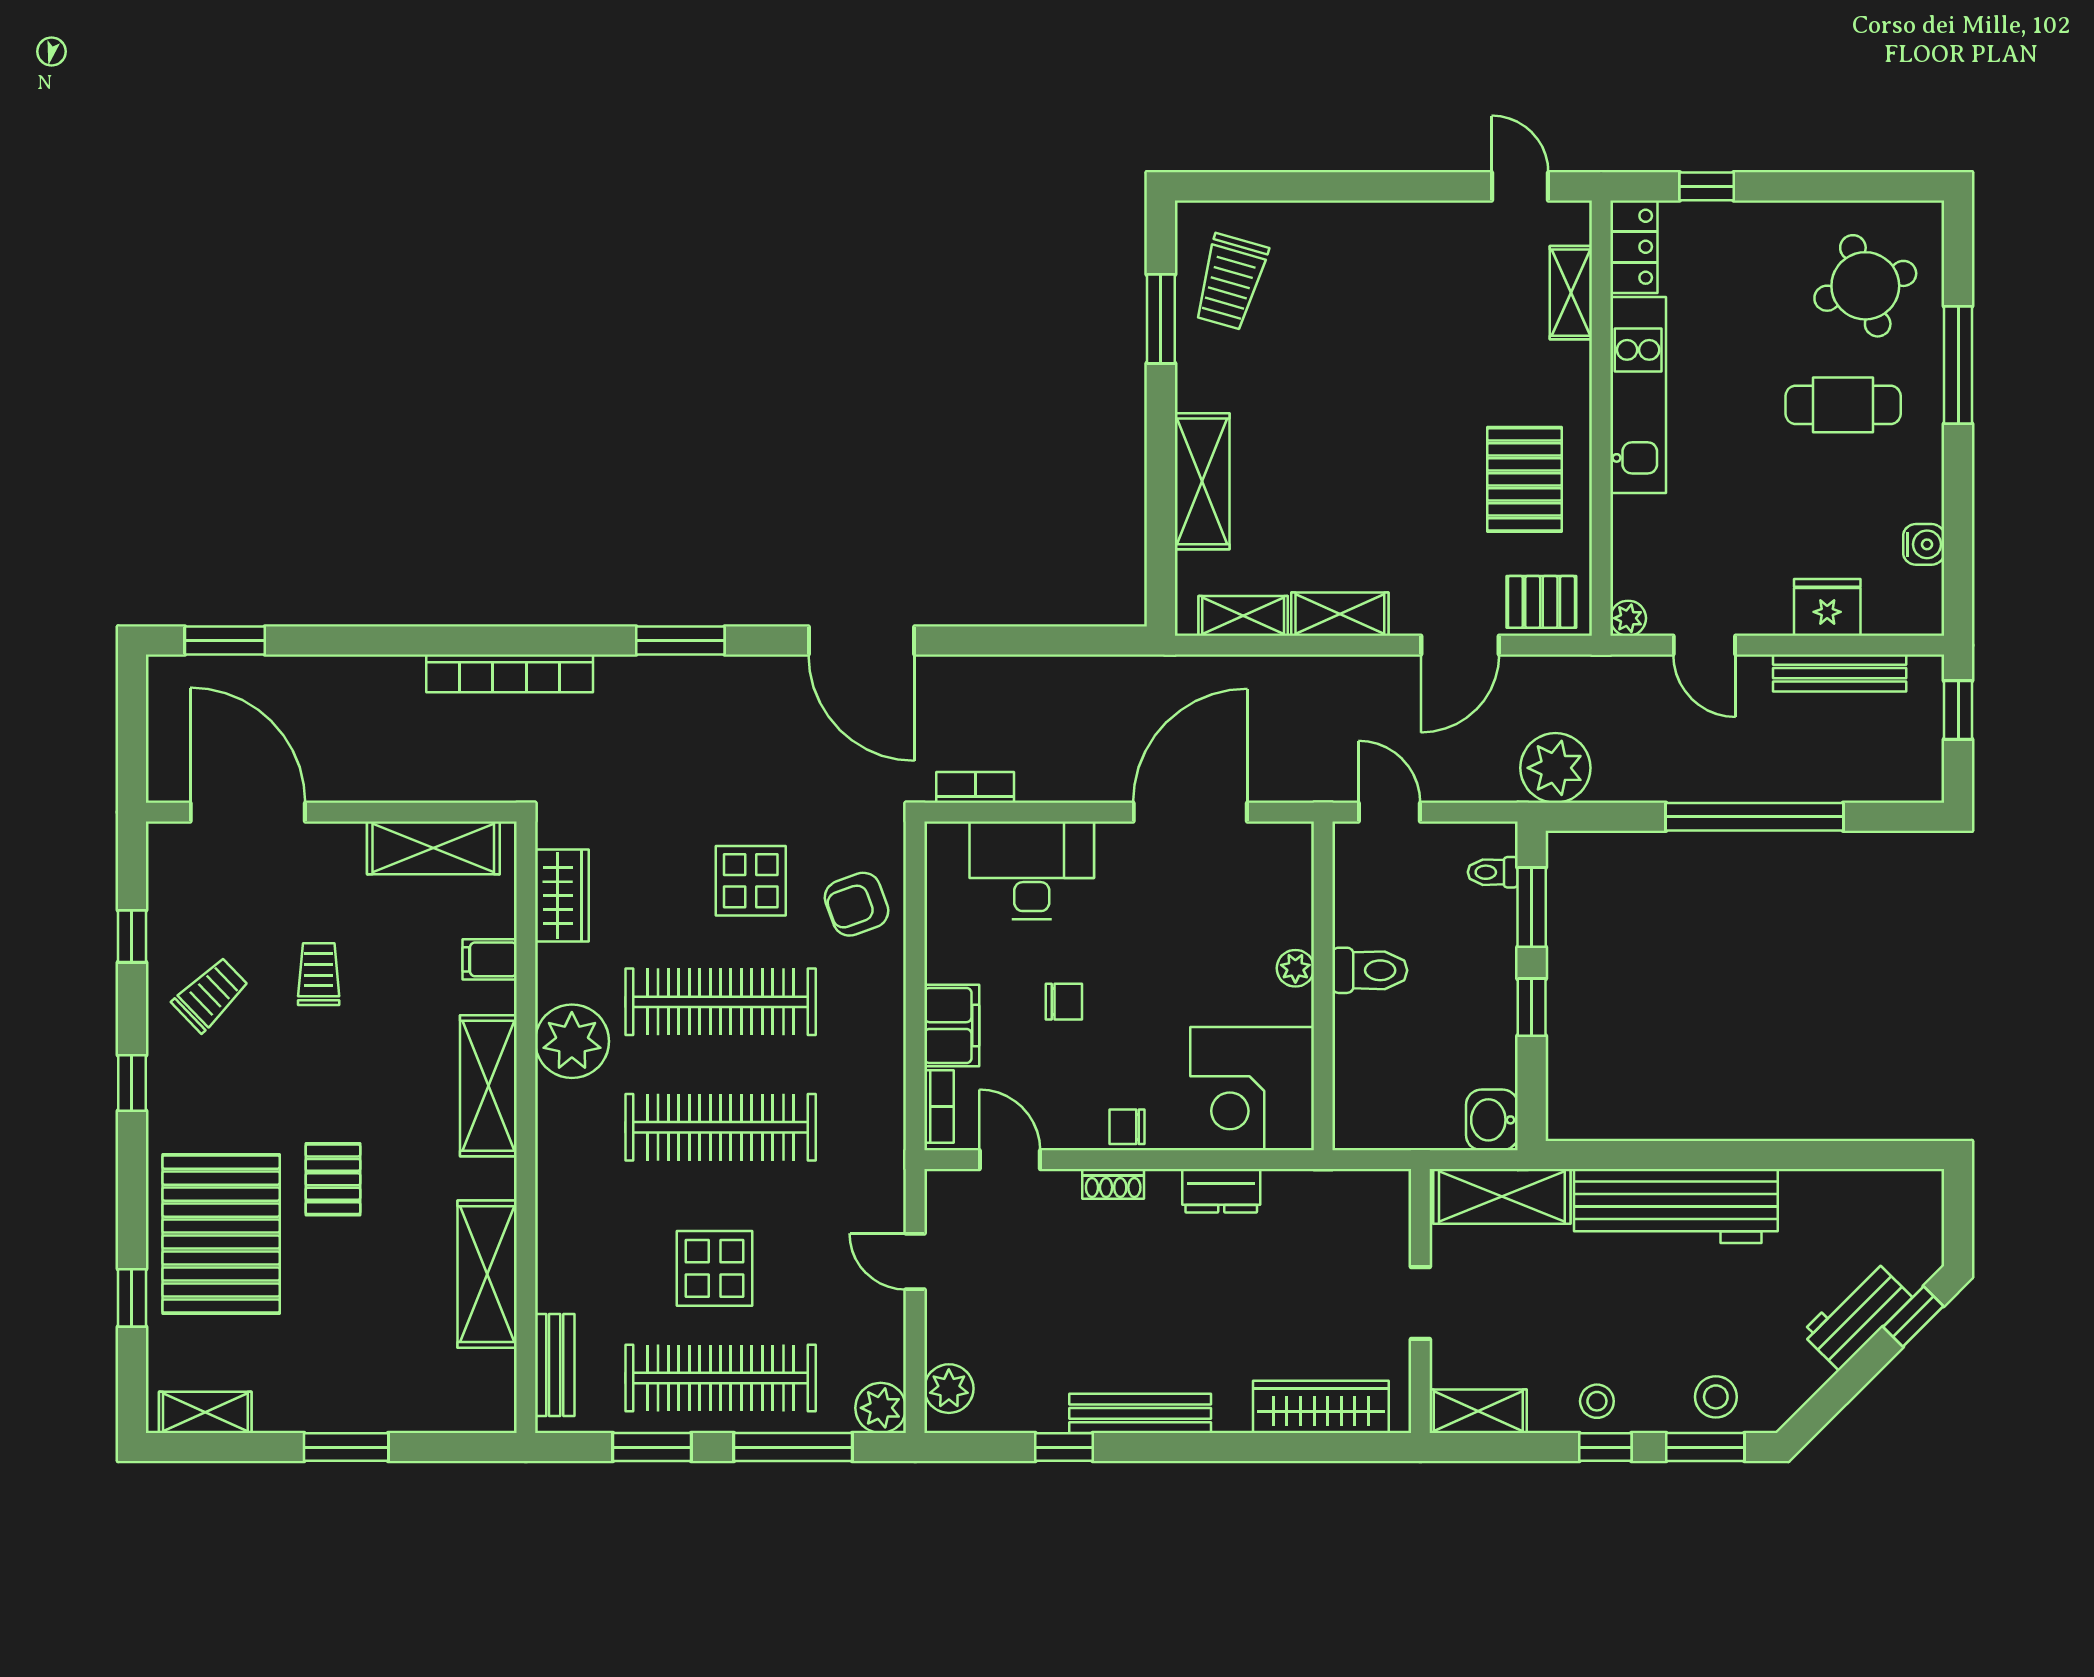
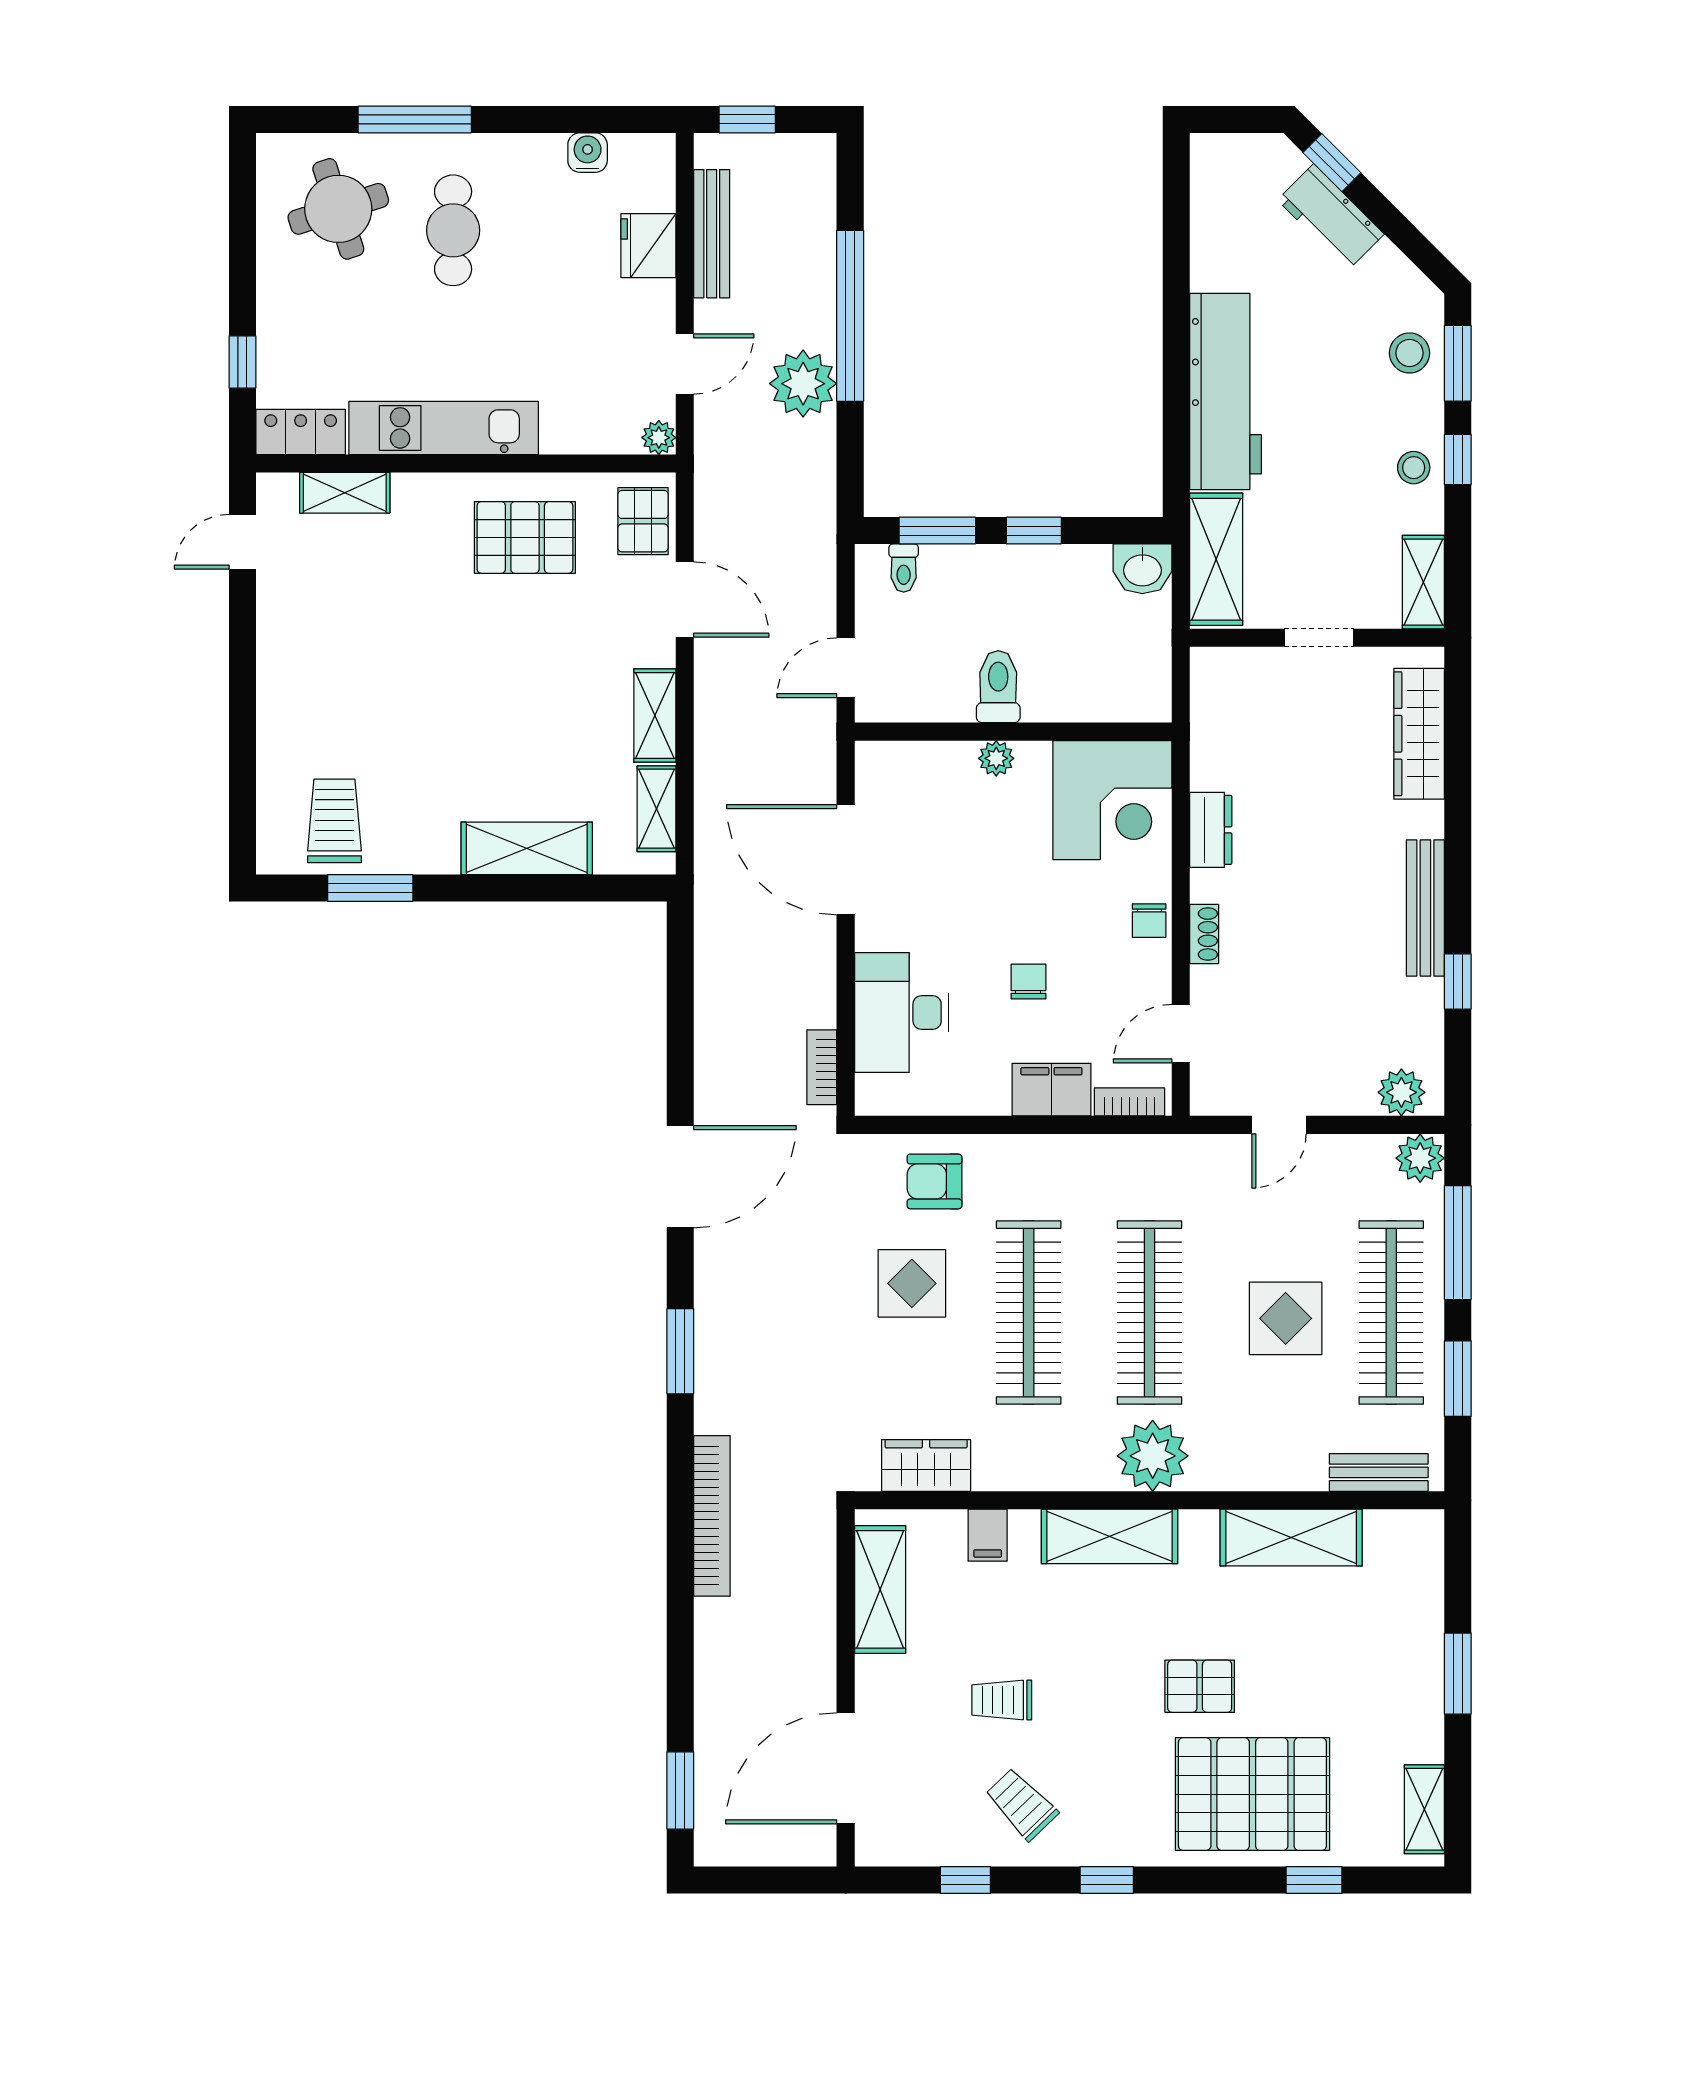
trolley: (1230, 282) -> (334, 821), turned -106
plant: (1555, 768) -> (803, 384), moved
armchair: (857, 904) -> (934, 1181), turned 110
plant: (572, 1041) -> (1153, 1456), moved

